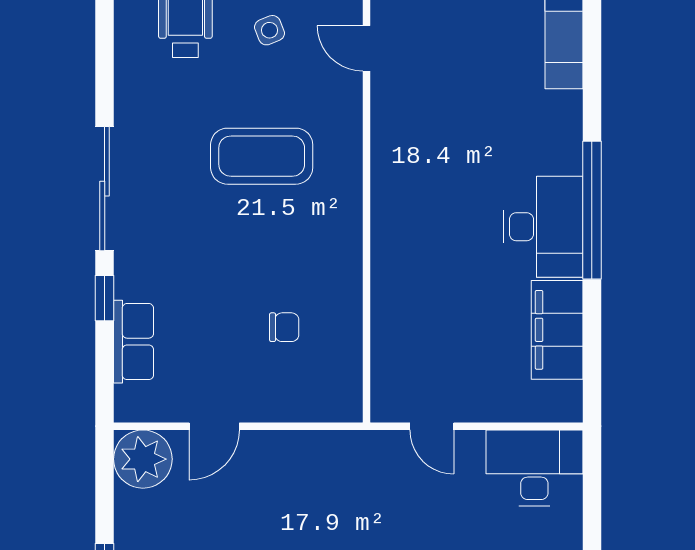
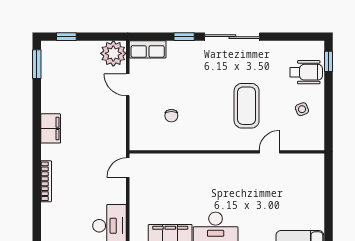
door: (367, 48) -> (269, 152), moved
row of seats: (133, 342) -> (148, 49), moved
door: (432, 426) -> (128, 168), moved

